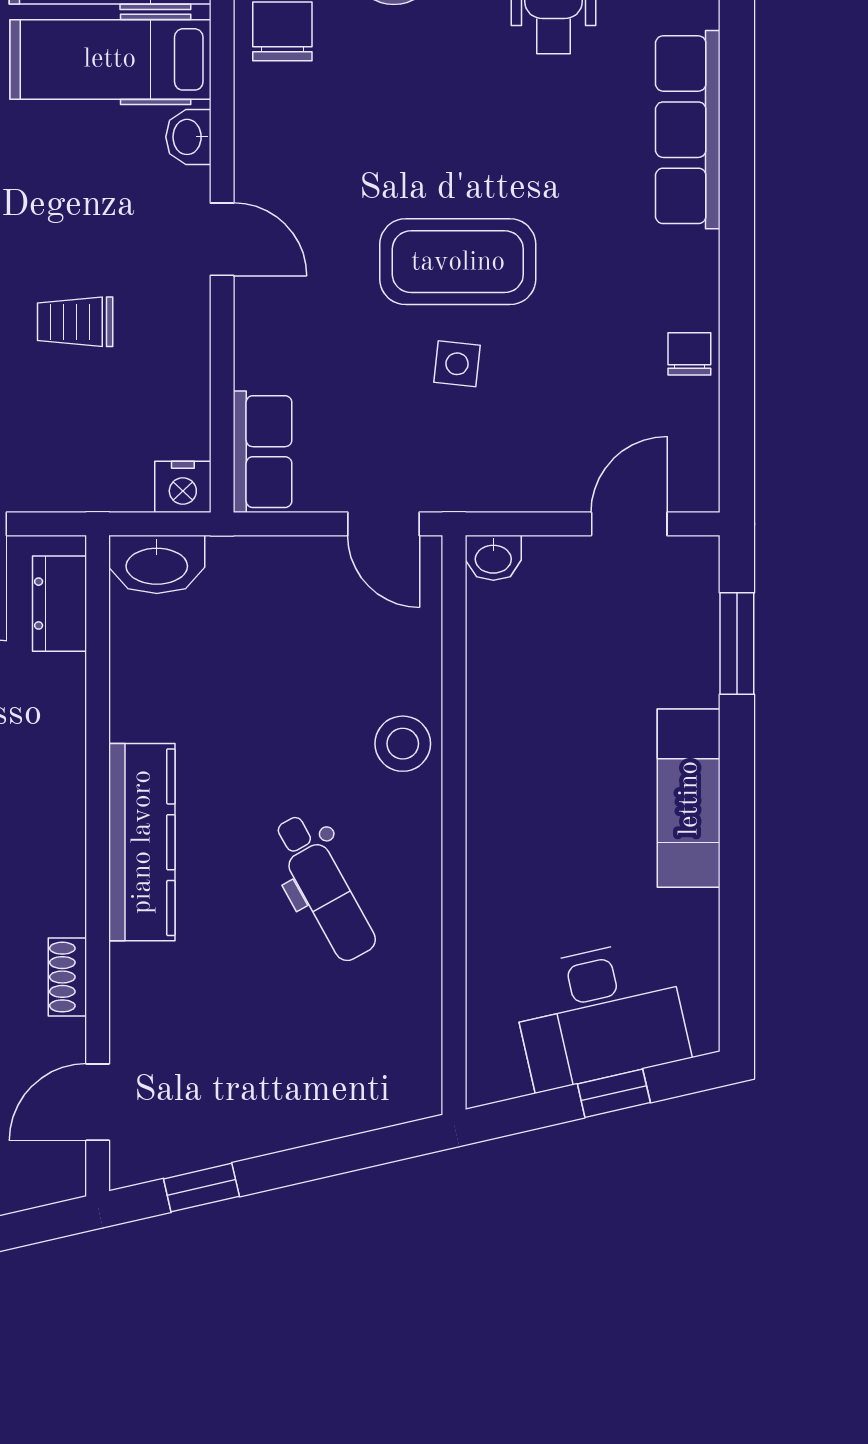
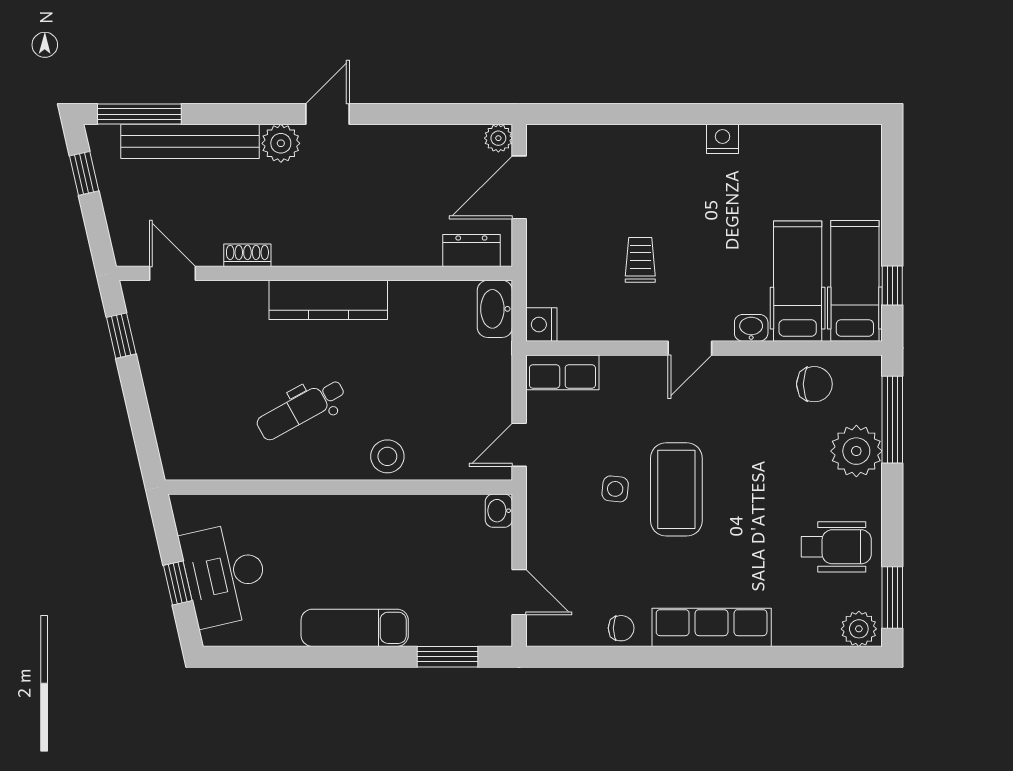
row of seats: (688, 130) -> (712, 627), moved

